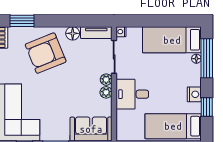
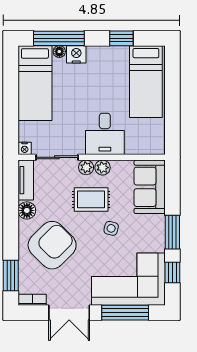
armchair: (46, 53) -> (52, 245), turned -113
rug: (81, 83) -> (91, 199), added
nightstand: (194, 94) -> (76, 54), moved
side table: (59, 99) -> (111, 228), added

